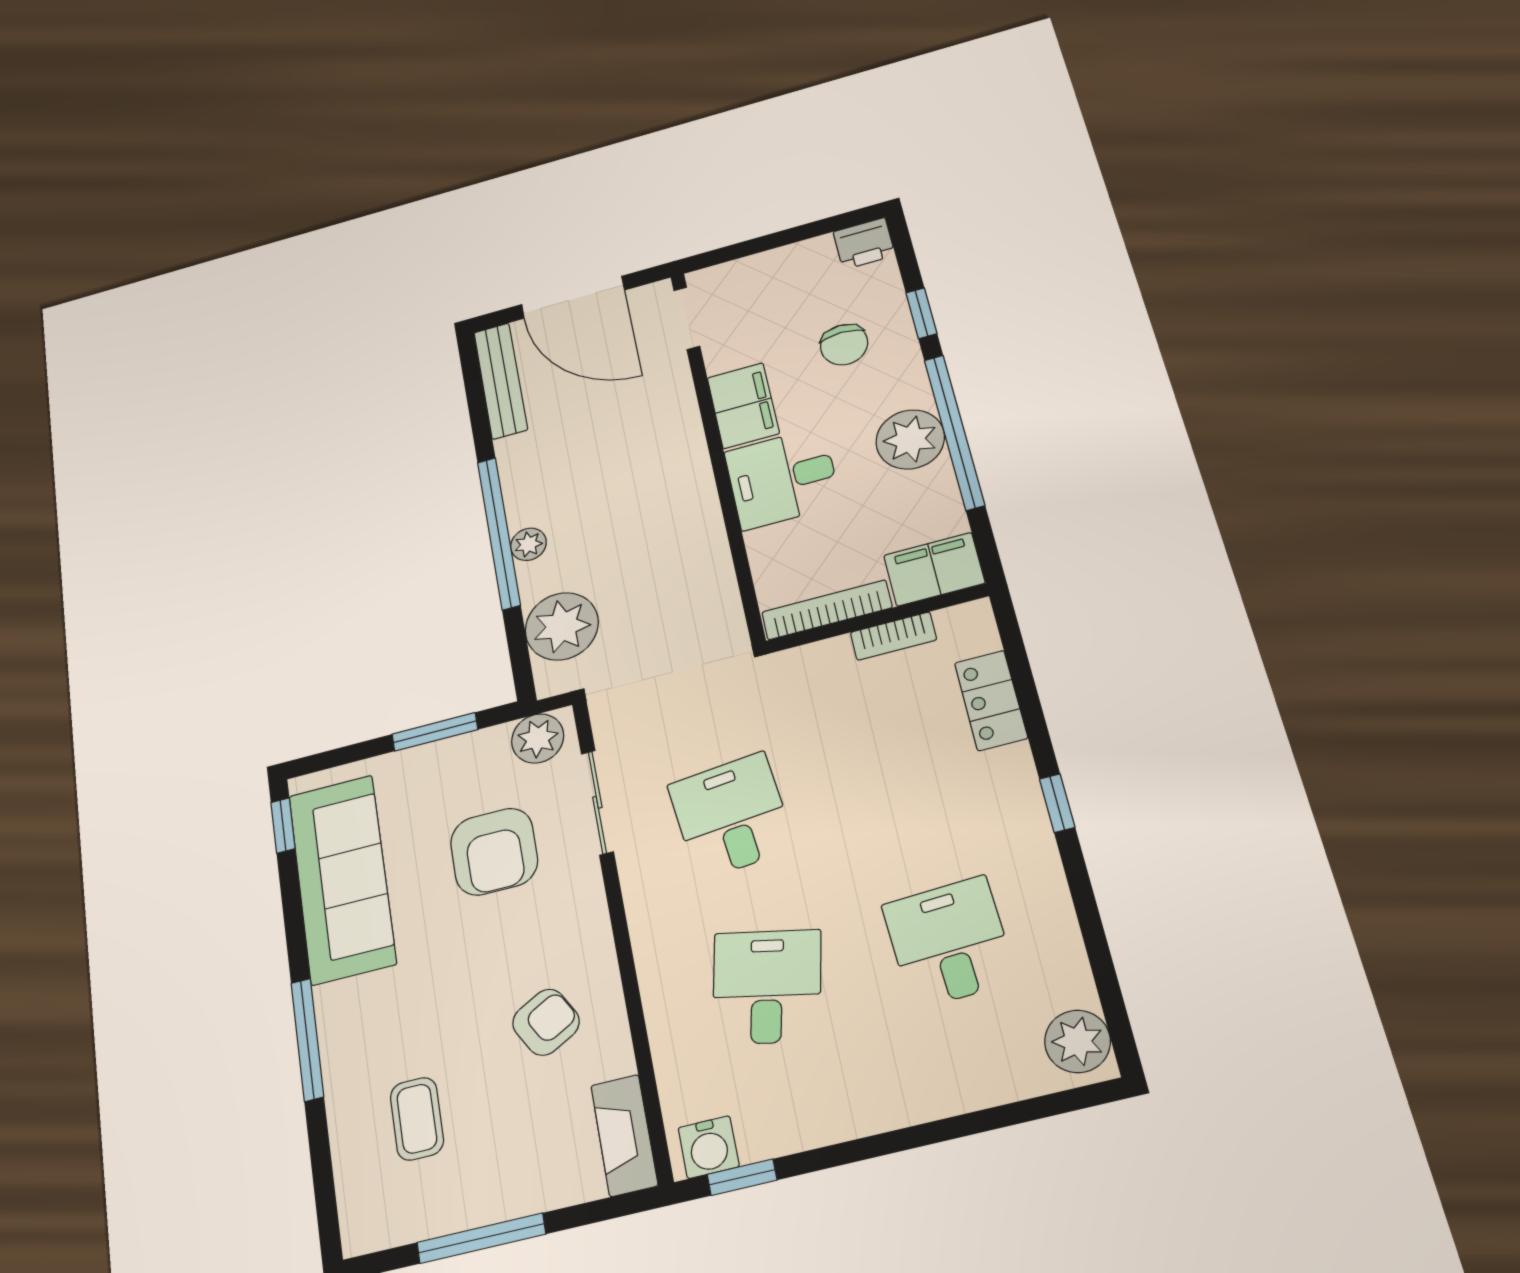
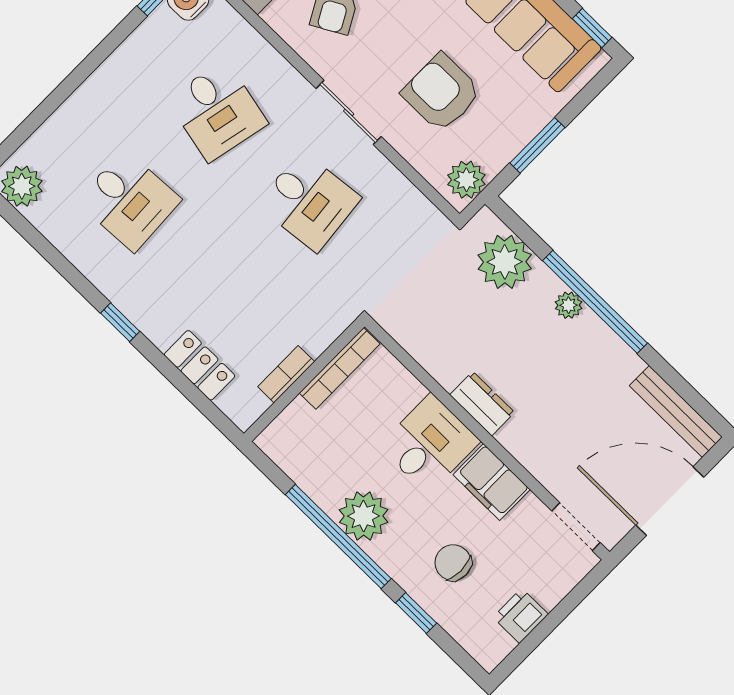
printer: (864, 244) -> (521, 616), moved
dresser: (695, 491) -> (482, 404), added
filing cabinet: (934, 569) -> (290, 433), removed
sliding door: (597, 802) -> (349, 112), moved

